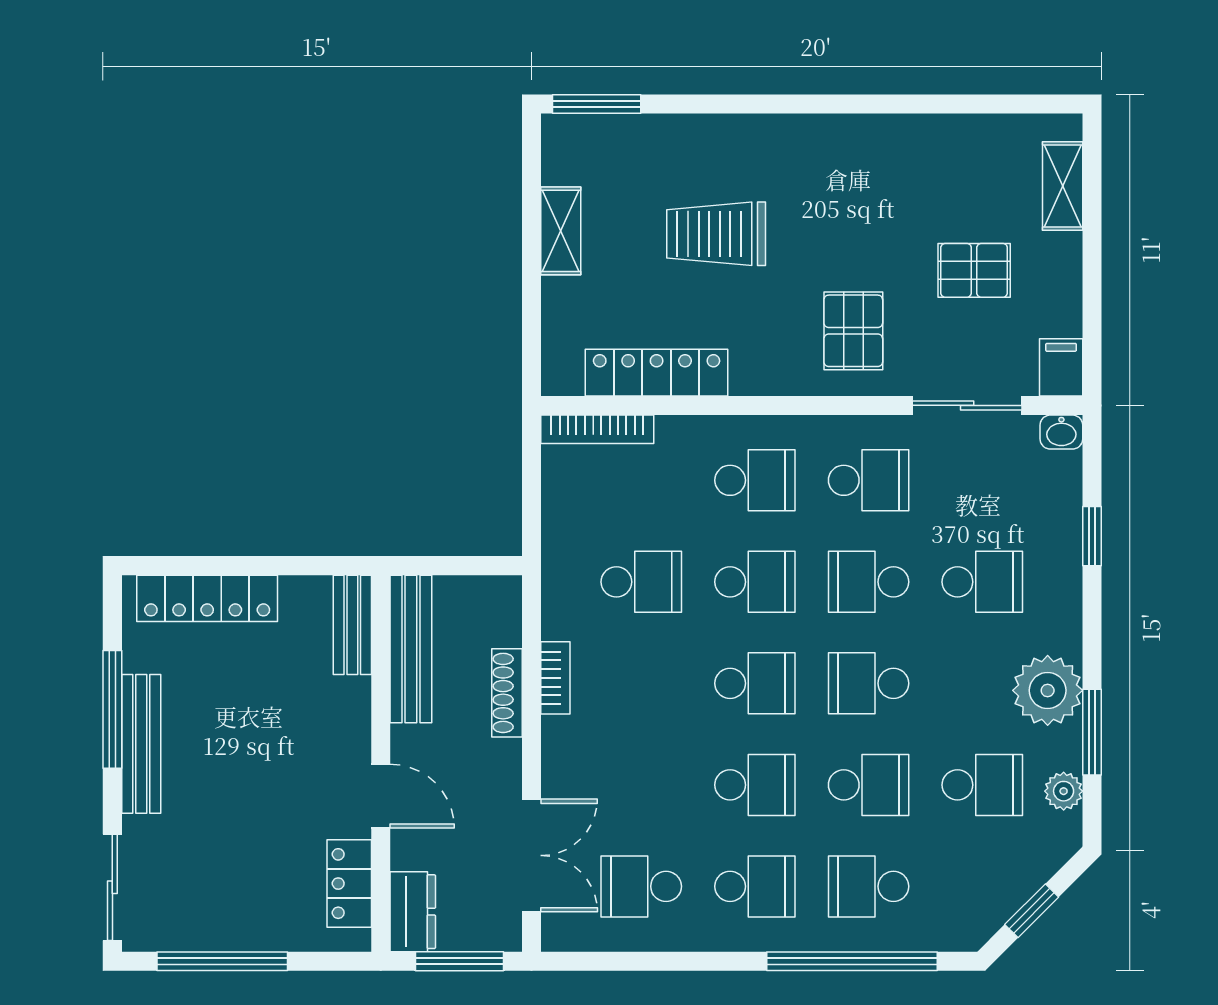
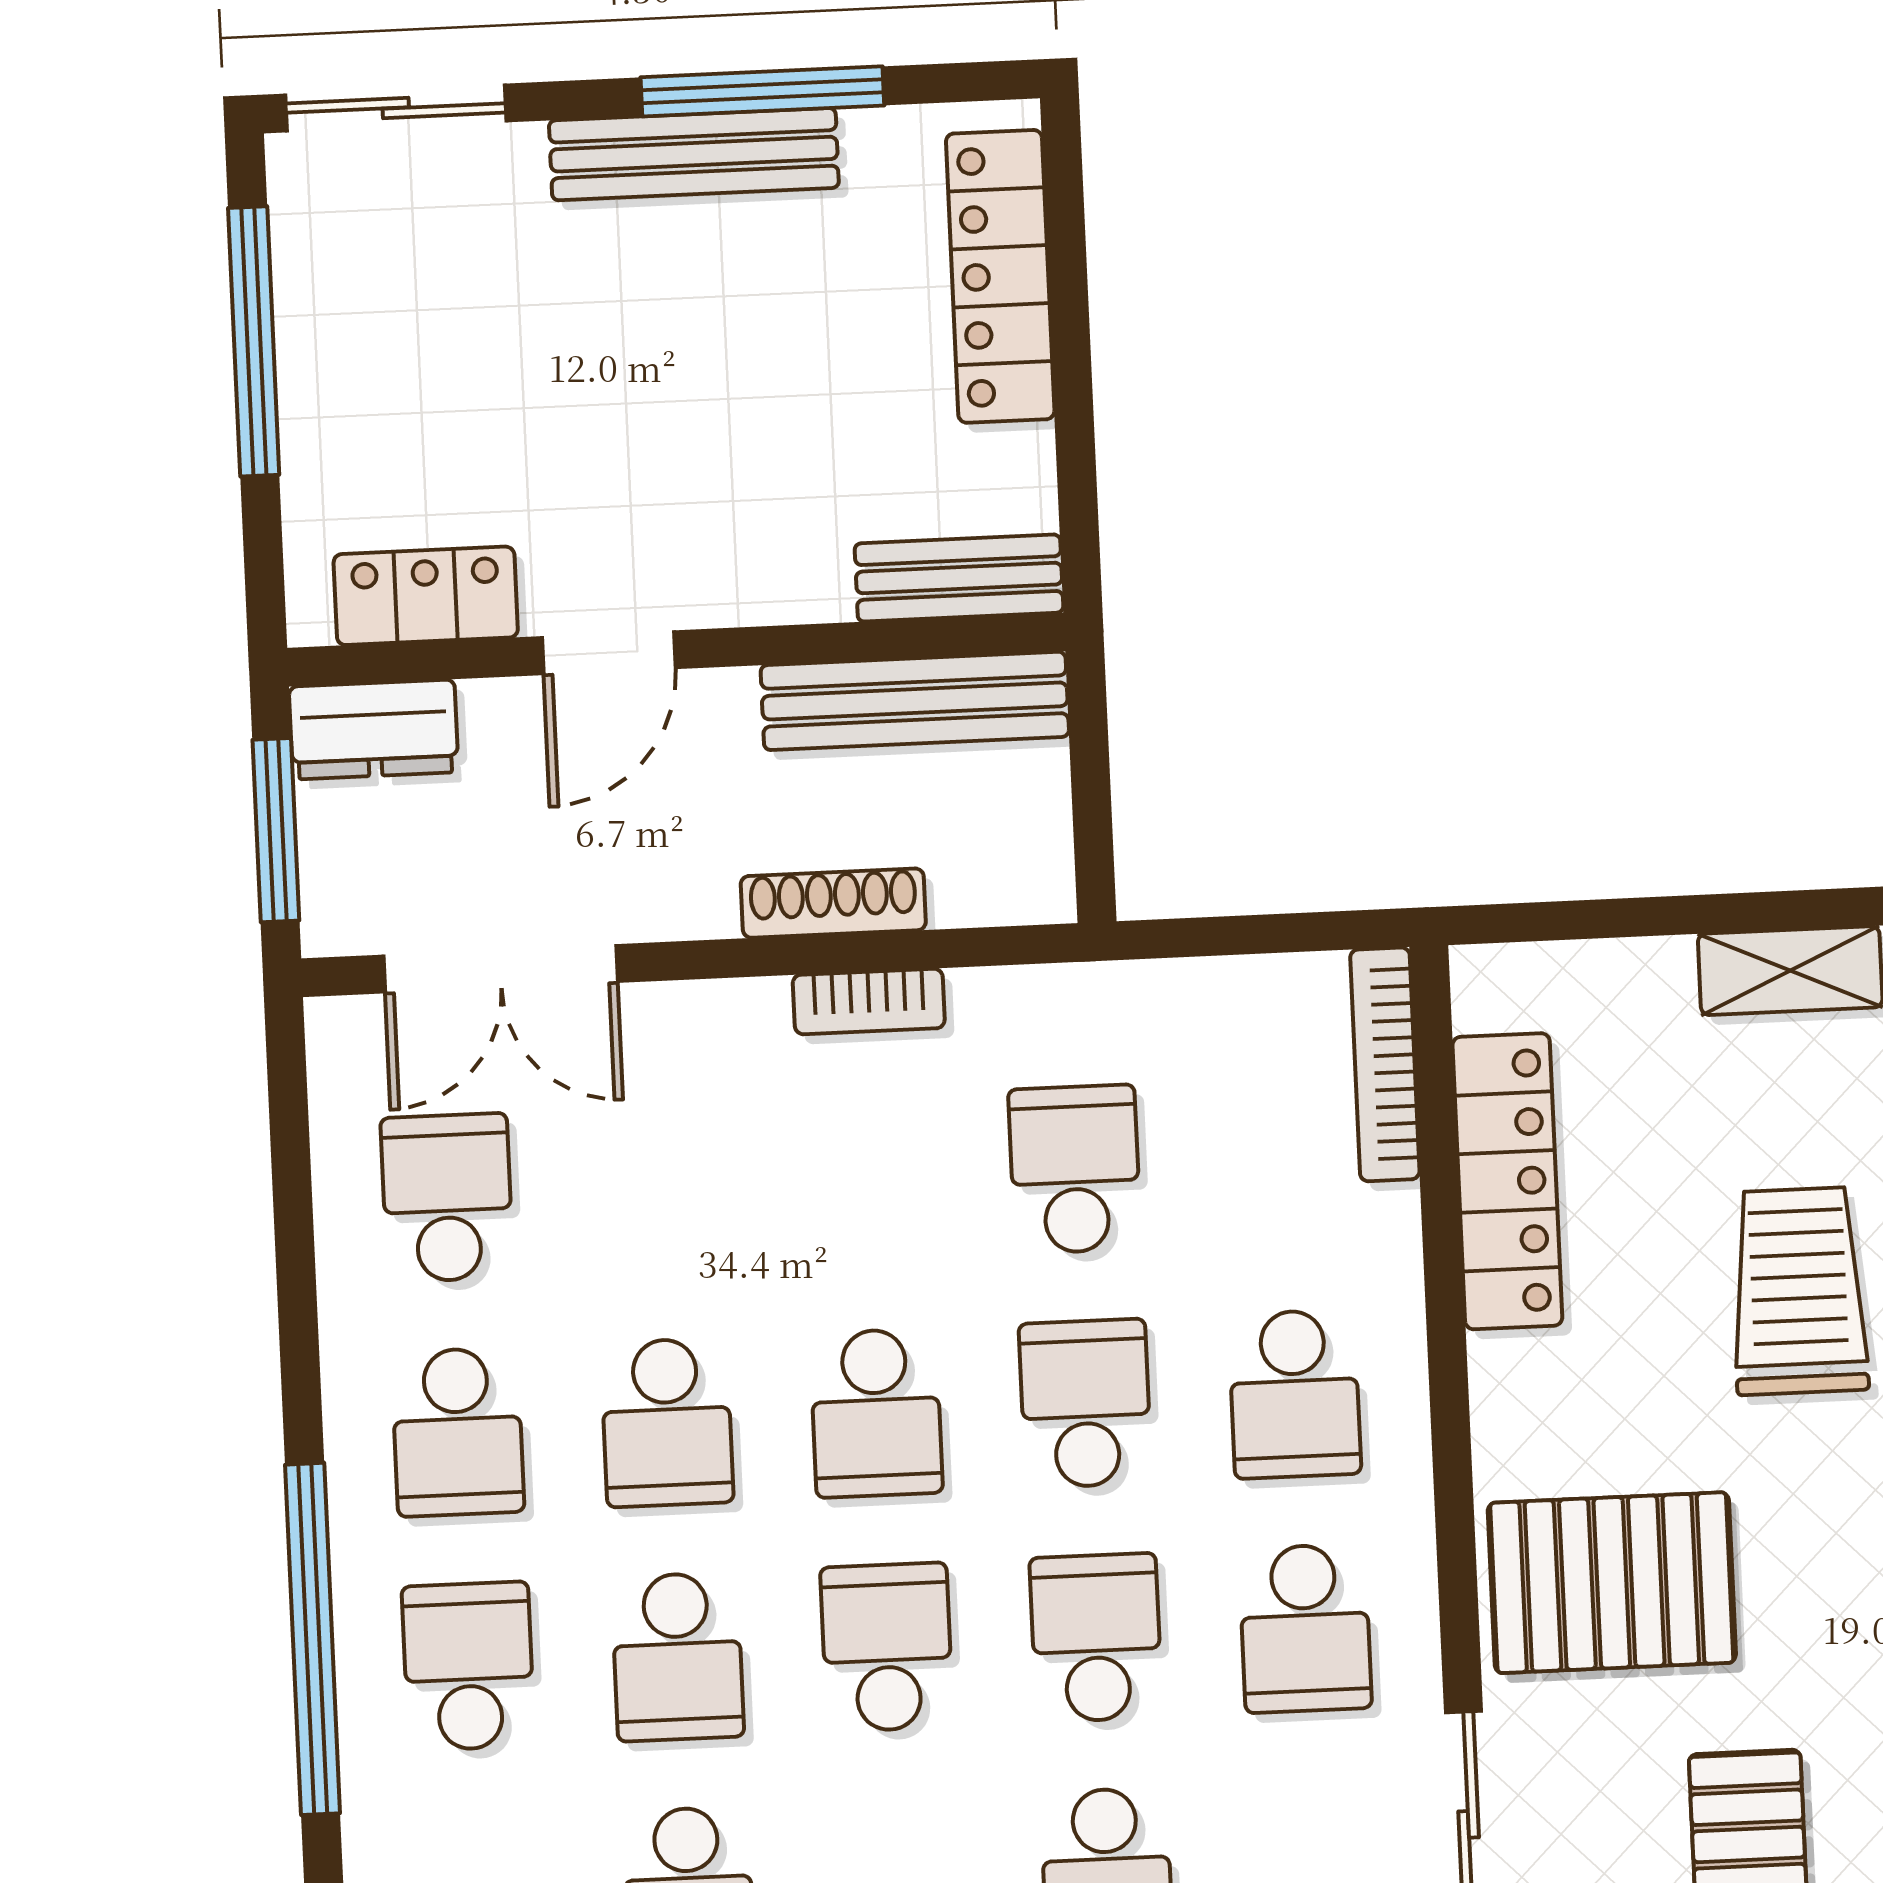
pallet: (853, 331) -> (1612, 1583), width x1.50, depth x1.42
school desk: (641, 582) -> (1075, 1169), turned 180
school desk: (755, 582) -> (1085, 1403), turned 180

